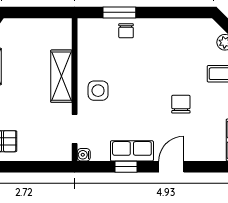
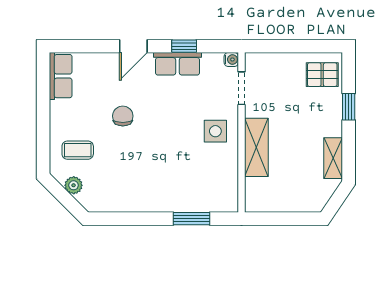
chair: (126, 31) -> (184, 198), removed
chair: (181, 104) -> (123, 116), turned 180

